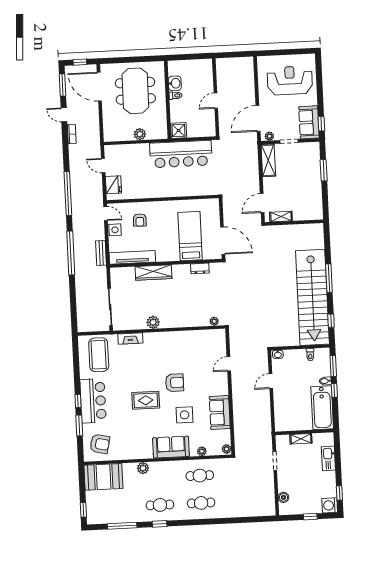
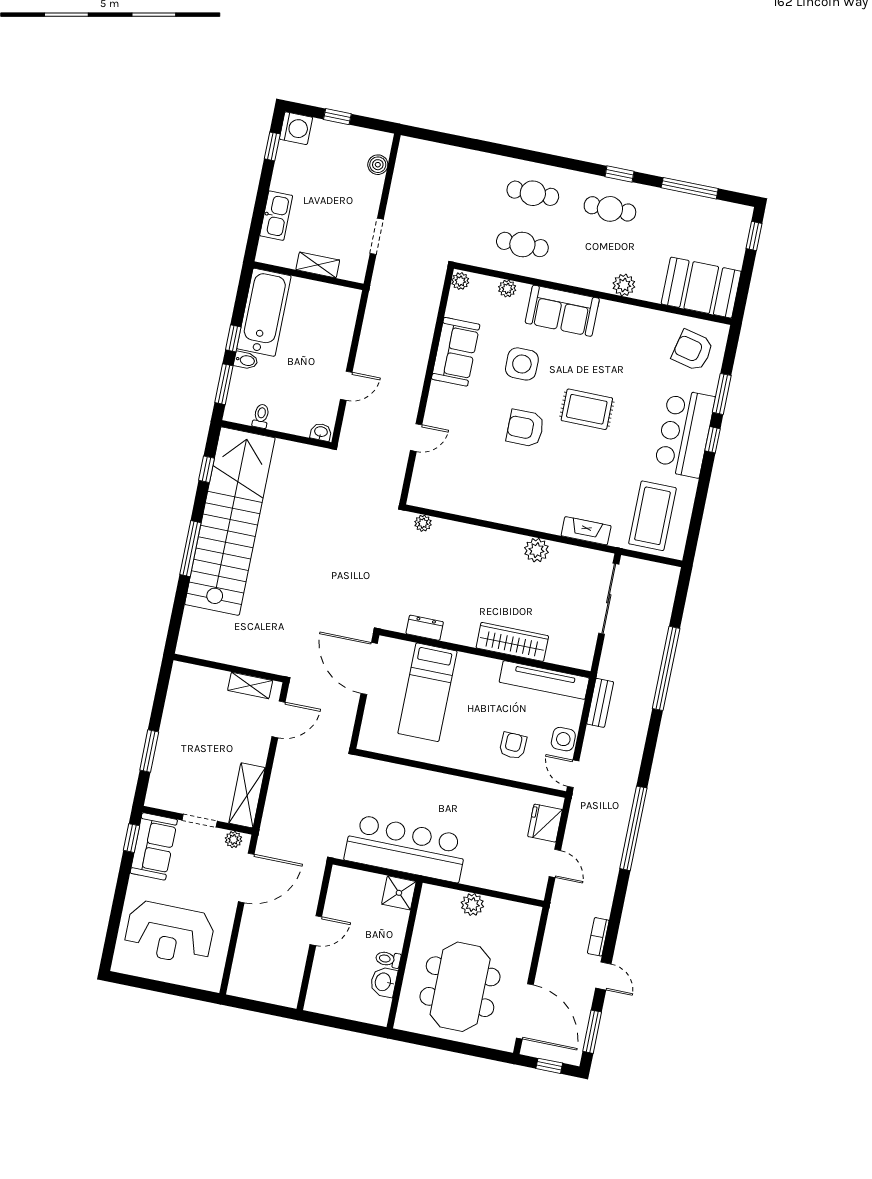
window: (71, 253) -> (666, 668), moved

